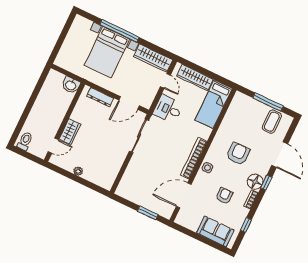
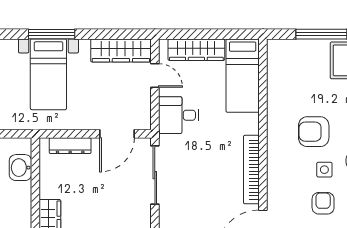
window: (119, 31) -> (52, 34), width x0.68
bed with nightstands: (107, 52) -> (48, 74), width x0.73
washbasin: (71, 85) -> (20, 168), moved, turned 90
armchair: (238, 154) -> (314, 132), turned -90
side table: (207, 168) -> (324, 170), moved

